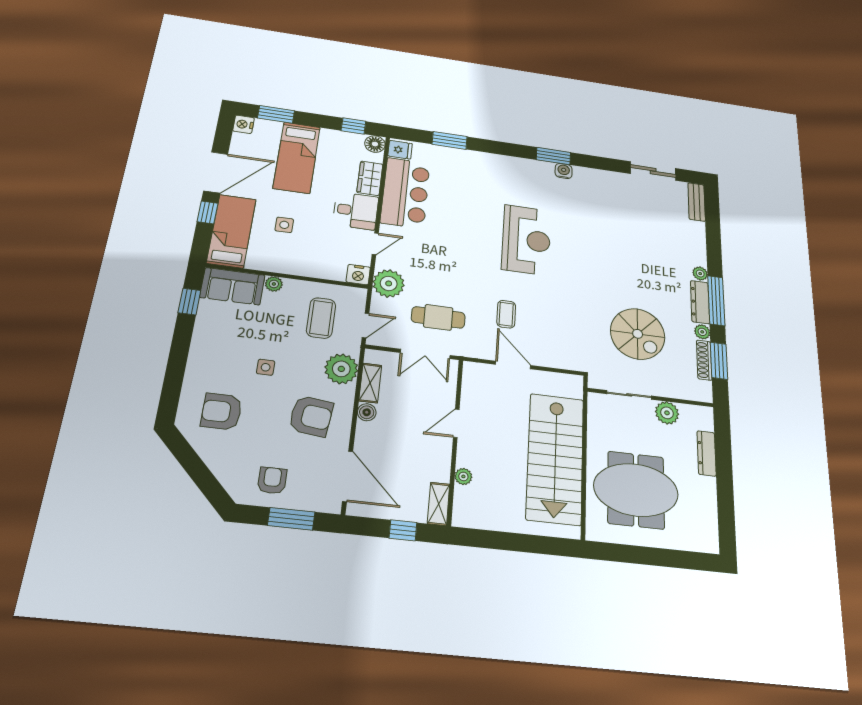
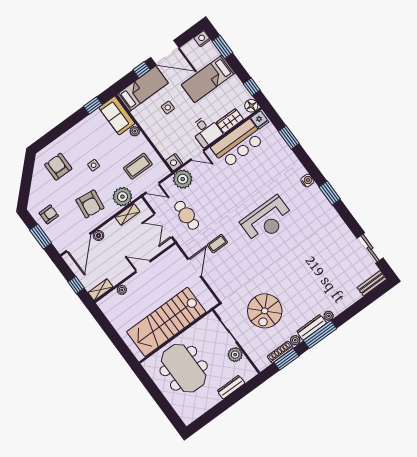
water cooler: (564, 171) -> (307, 181), moved
boiler: (367, 412) -> (99, 236), moved

